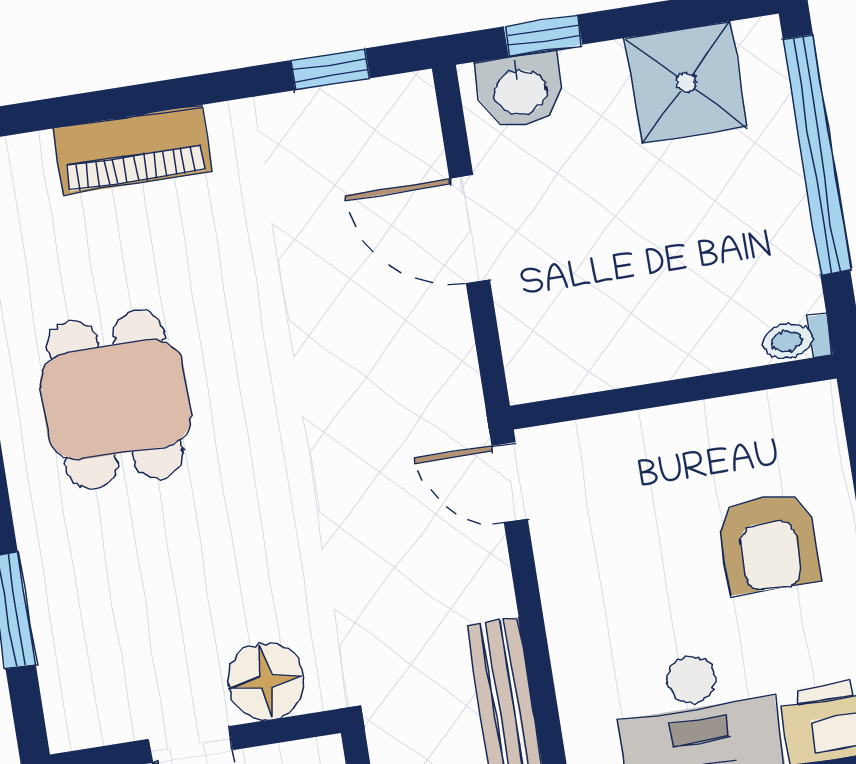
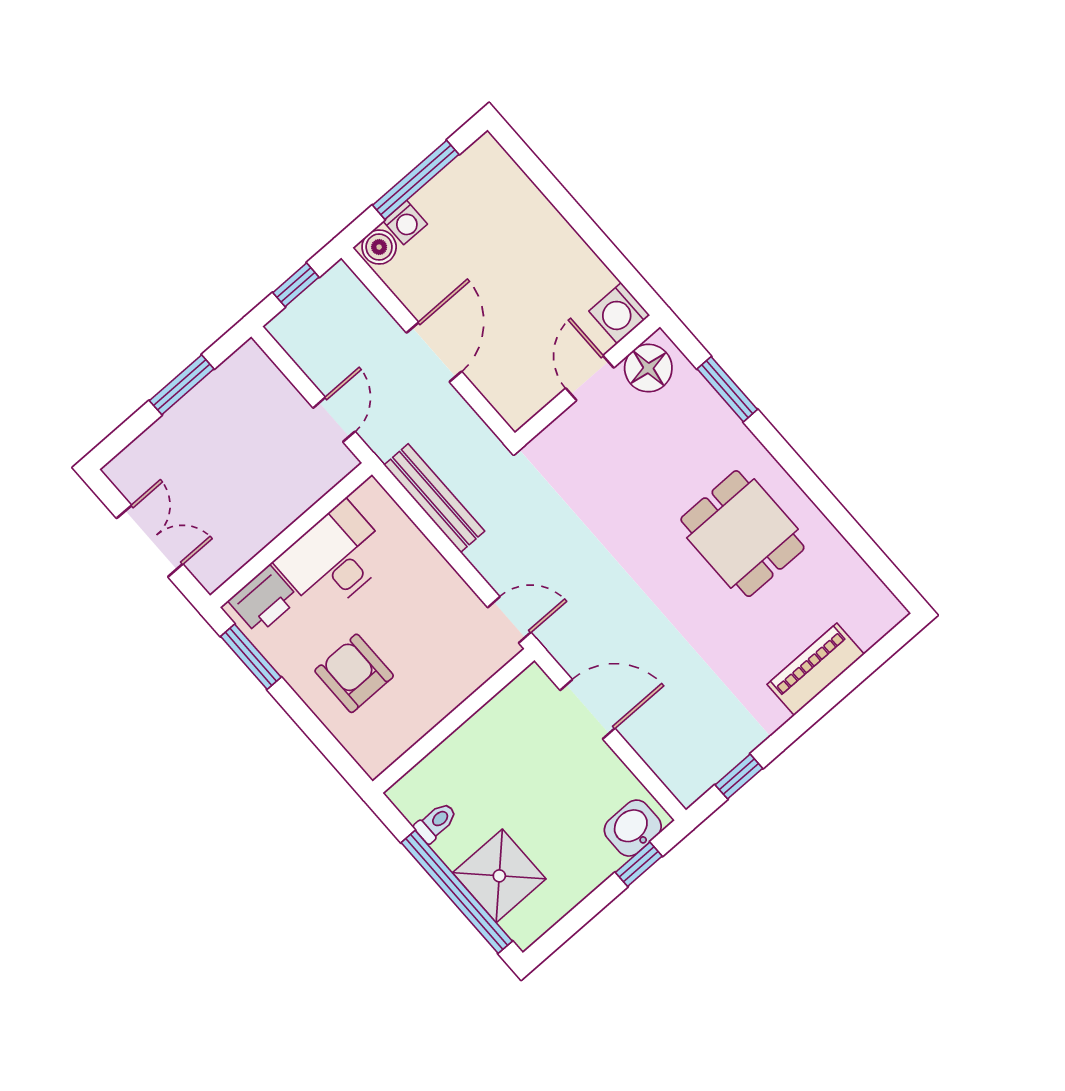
shower: (686, 83) -> (499, 876), moved
door: (470, 229) -> (588, 709), moved
toilet: (797, 339) -> (436, 822), moved
floor lamp: (266, 681) -> (648, 368), moved

